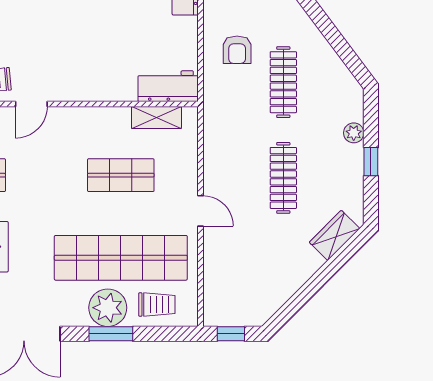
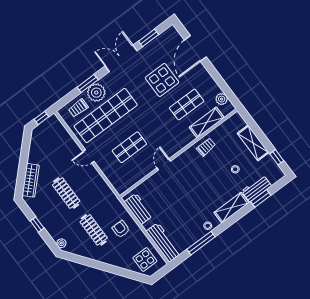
workbench: (168, 86) -> (138, 209), moved, turned -90
door: (31, 104) -> (164, 164), moved
shelving: (156, 118) -> (132, 180), removed
plant: (354, 133) -> (61, 243), moved
wardrobe: (335, 235) -> (31, 180), width x1.50

